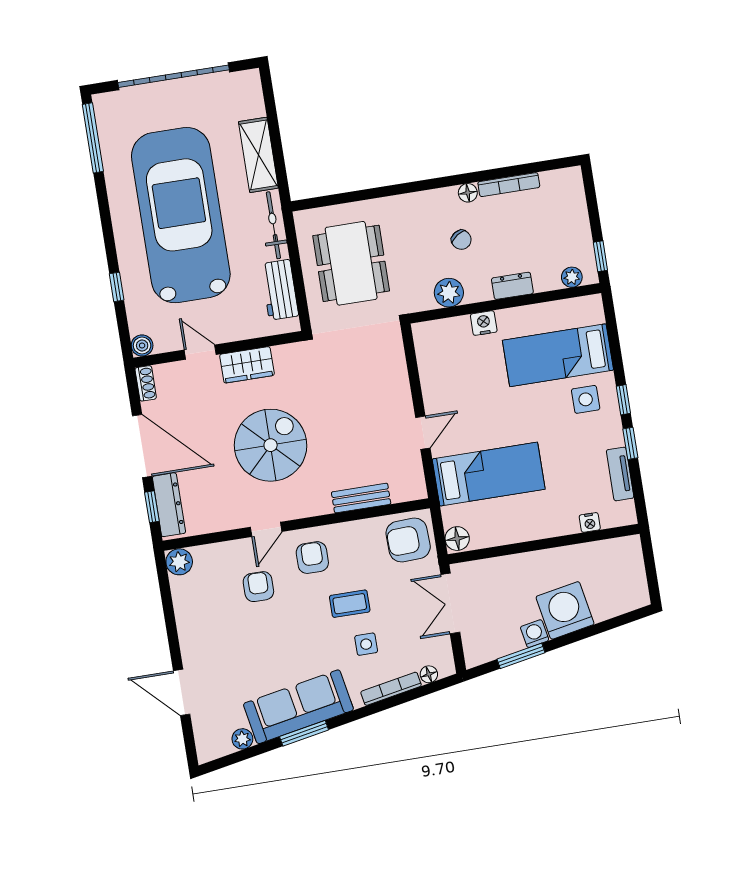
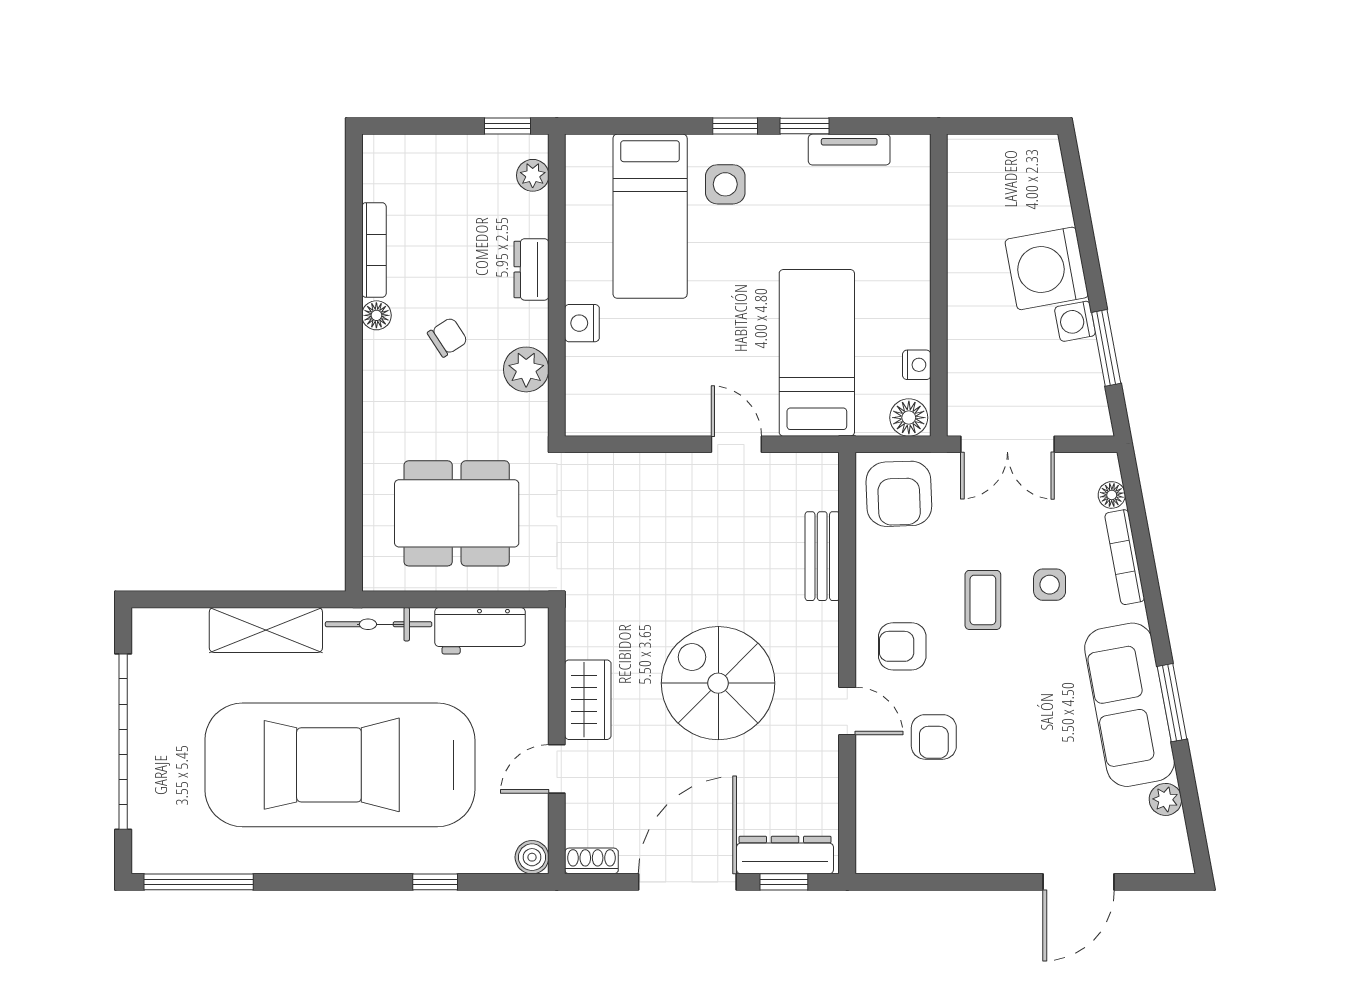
nightstand: (590, 522) -> (917, 365), moved
plant: (179, 562) -> (876, 853), removed
armchair: (258, 587) -> (934, 737), turned -90

